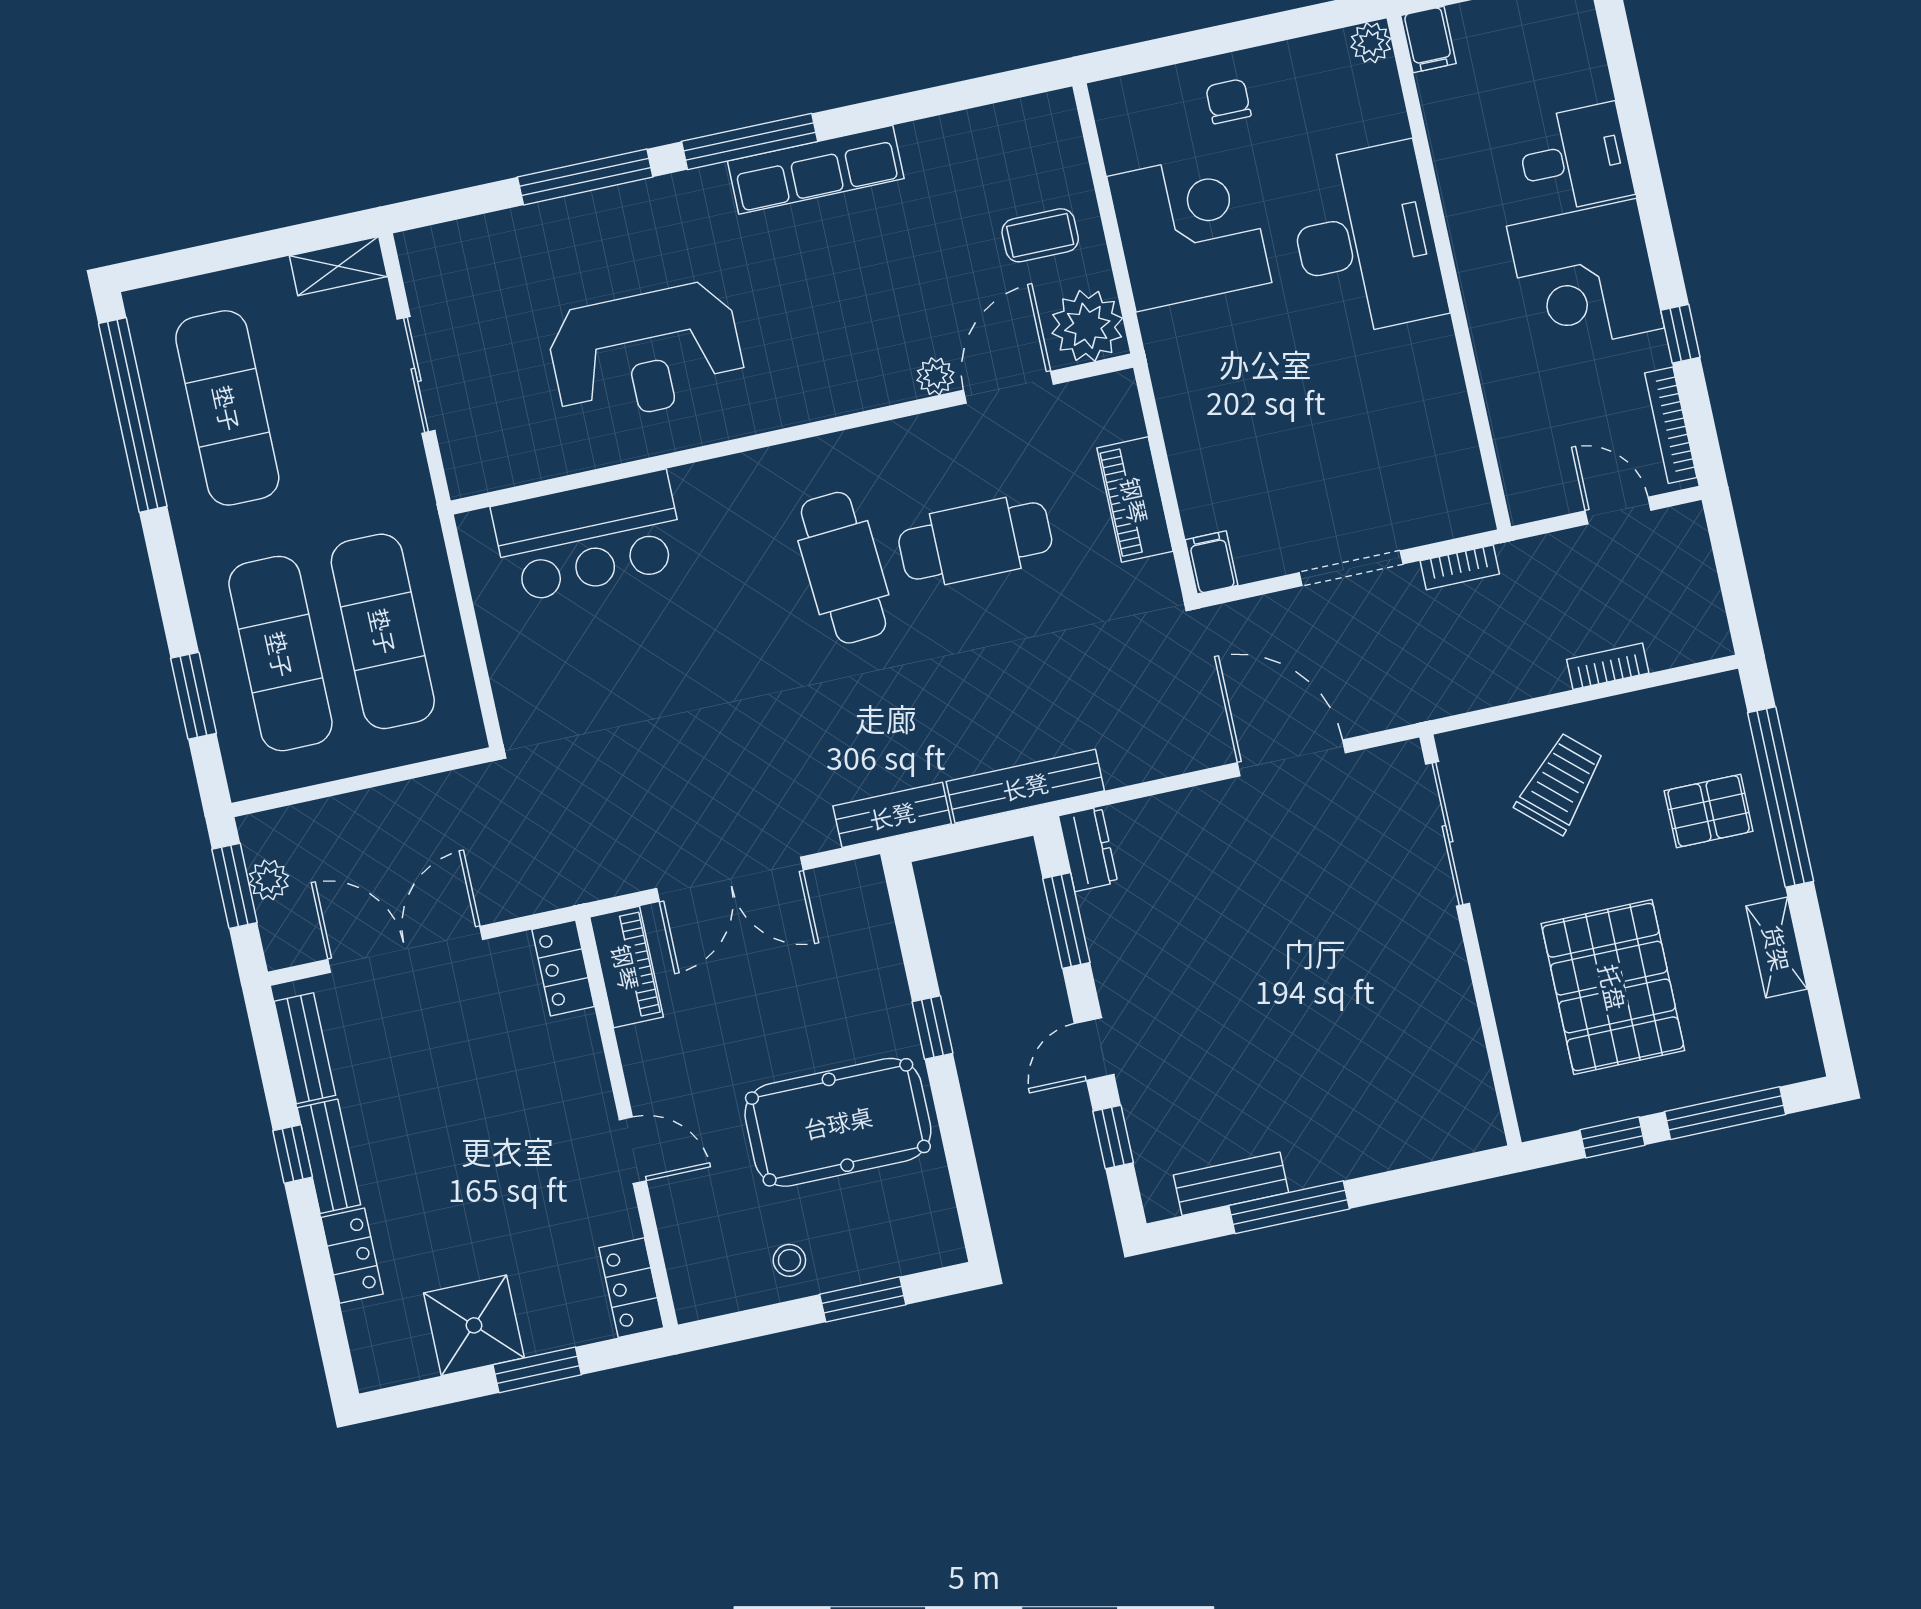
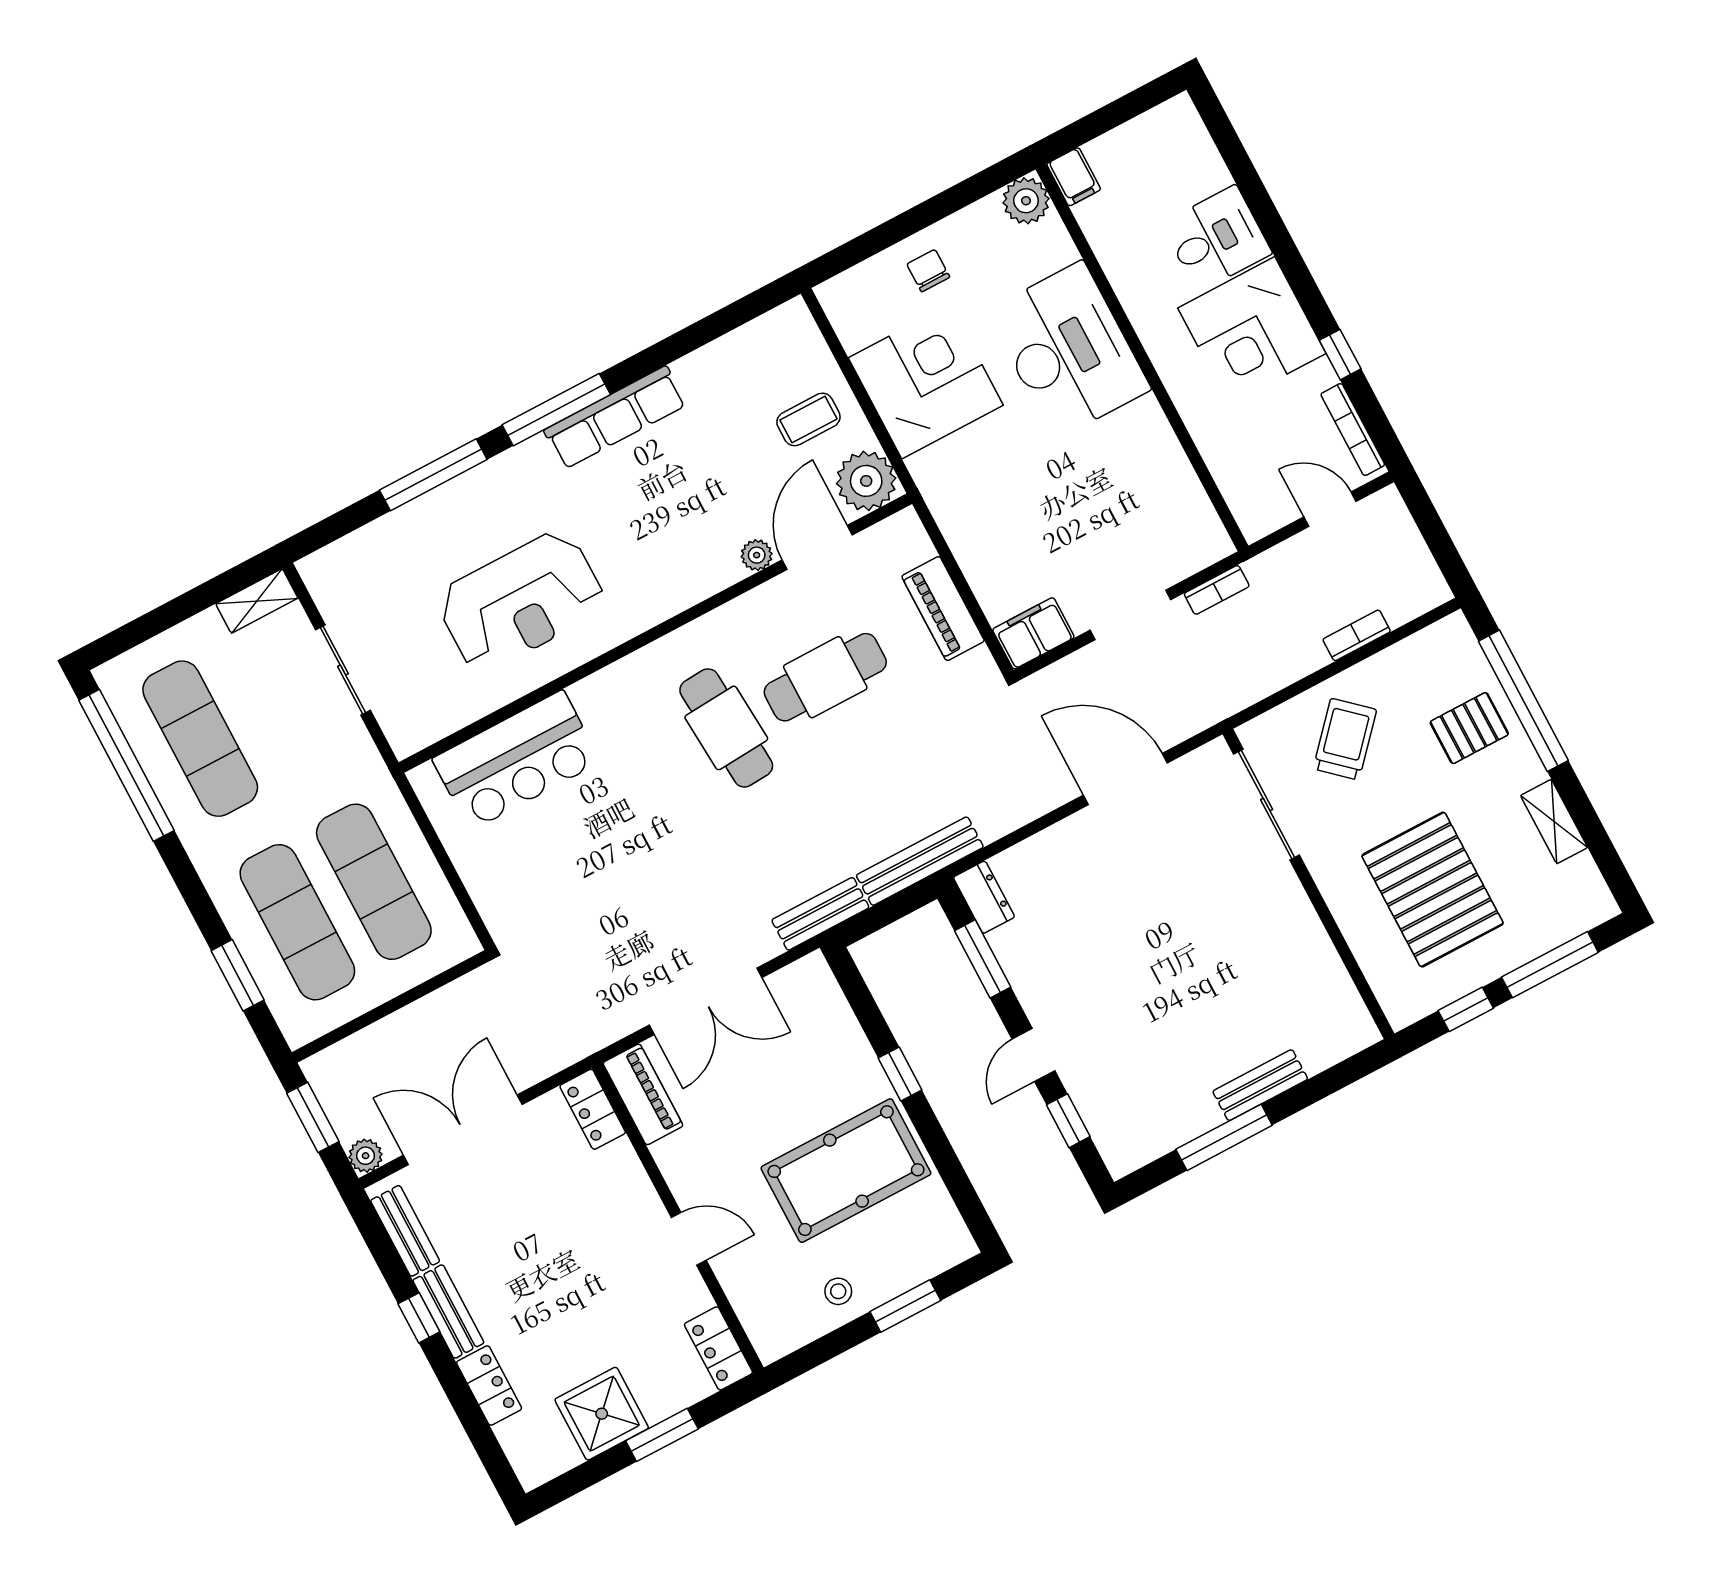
plant: (1371, 43) -> (1026, 201), width x1.38, depth x1.38
filing cabinet: (1212, 562) -> (1033, 633), width x2.00
plant: (269, 880) -> (366, 1156), moved
bench: (1231, 1184) -> (1260, 1085), moved

